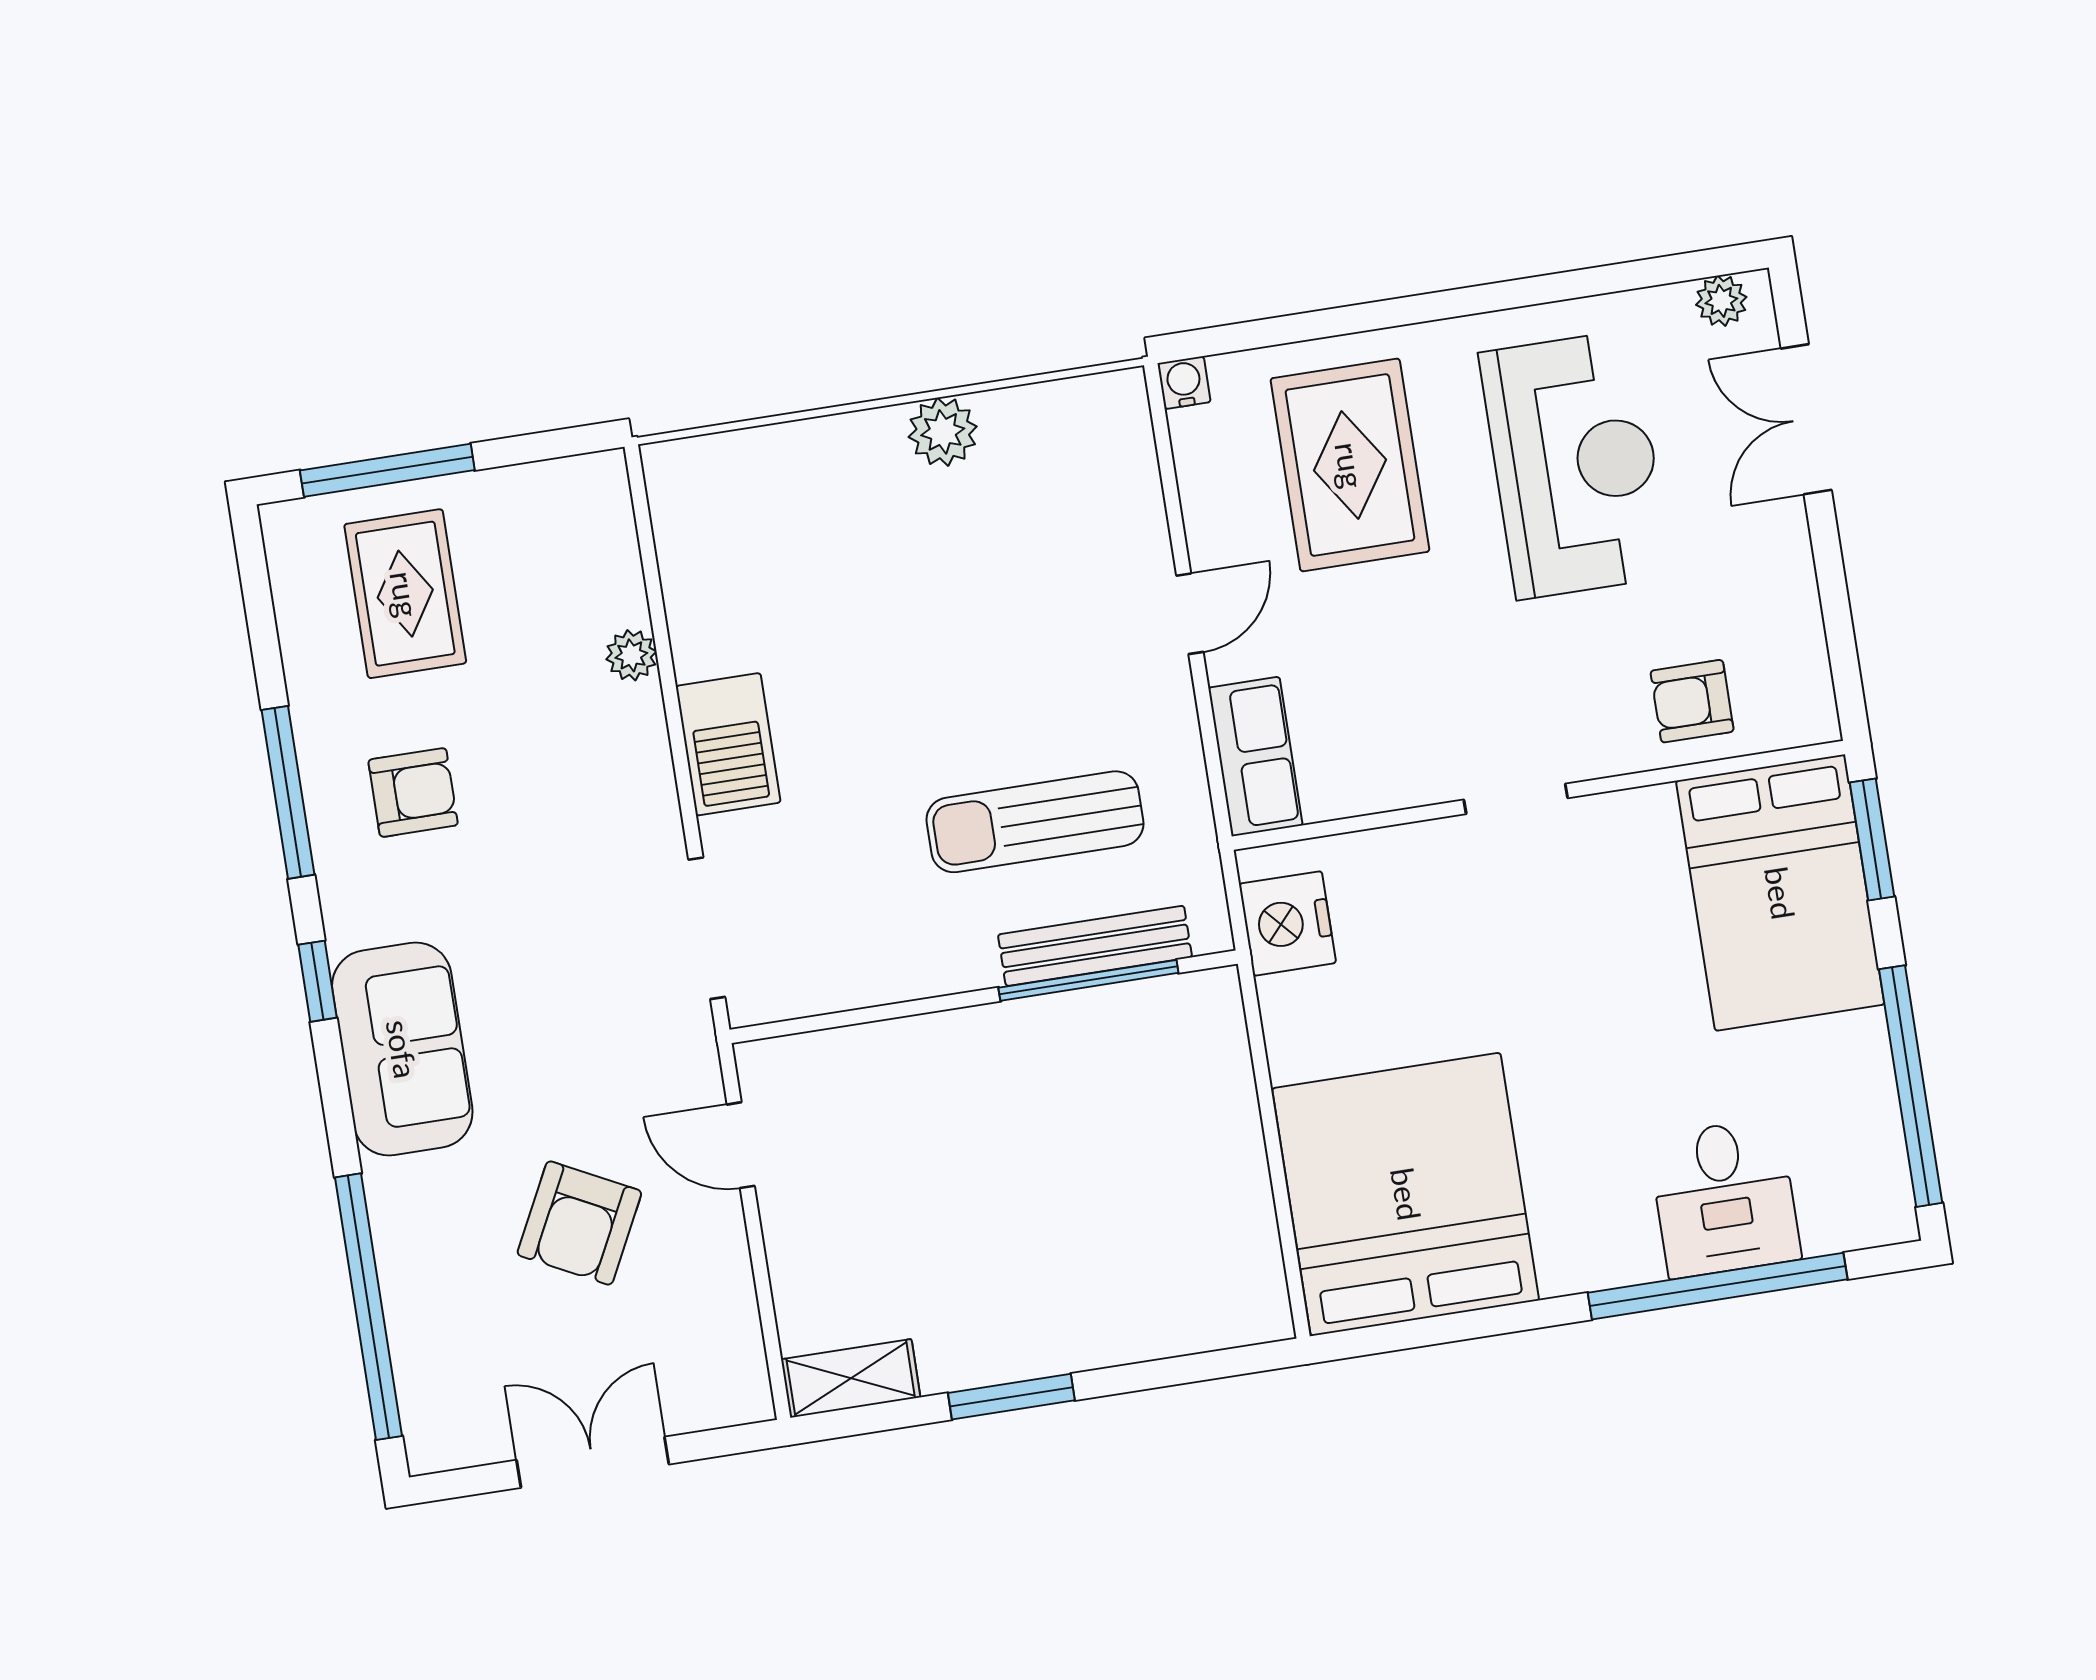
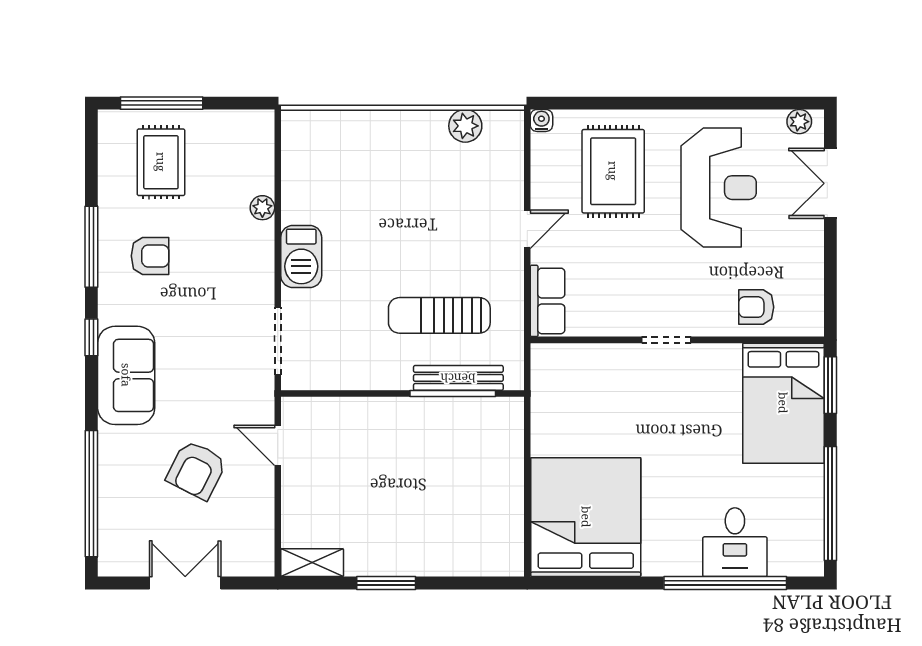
plant: (943, 432) -> (465, 126), moved
nightstand: (1287, 923) -> (550, 382), removed

